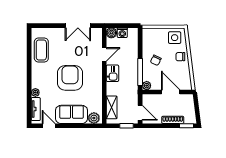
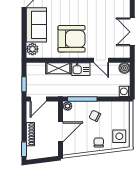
washing machine: (122, 33) -> (125, 91), moved
armchair: (70, 78) -> (72, 39), moved
shelving: (112, 107) -> (58, 68), moved

